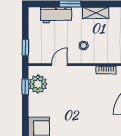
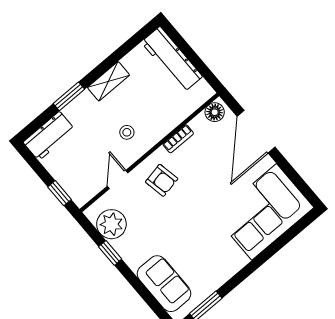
workbench: (56, 15) -> (49, 136), moved
armchair: (81, 83) -> (162, 180), added
window: (25, 87) -> (110, 253), moved

